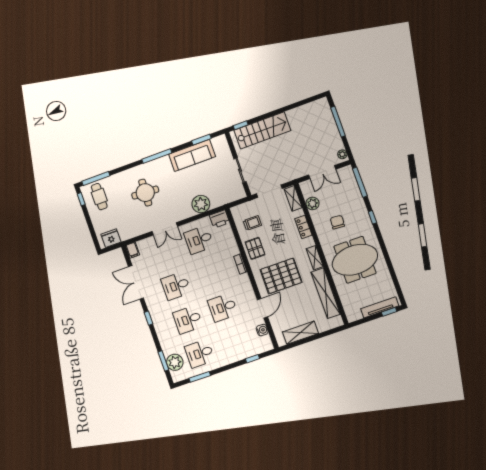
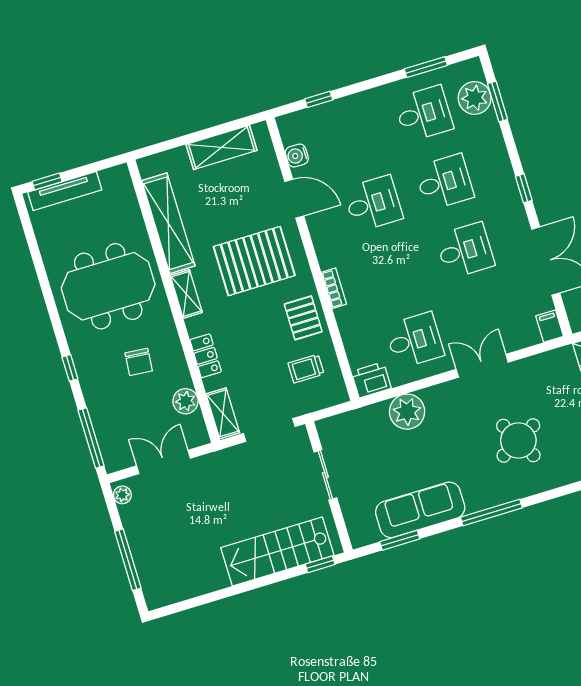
round table: (145, 193) -> (518, 440), turned -32
door: (262, 308) -> (294, 199), swing flipped

